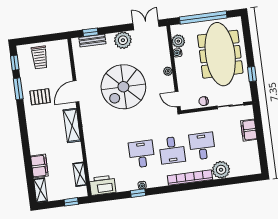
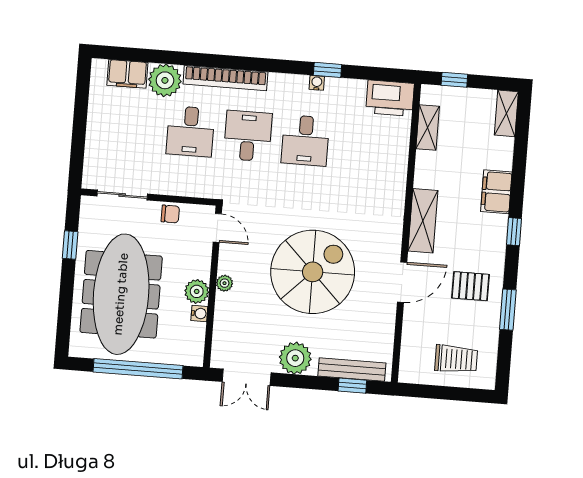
bench: (92, 41) -> (352, 369), width x1.36
plant: (178, 41) -> (197, 291), moved
trolley: (40, 57) -> (456, 359), turned 90
window: (15, 63) -> (514, 232), moved
filing cabinet: (249, 130) -> (127, 74), moved, turned 90
filing cabinet: (39, 166) -> (496, 192), moved

